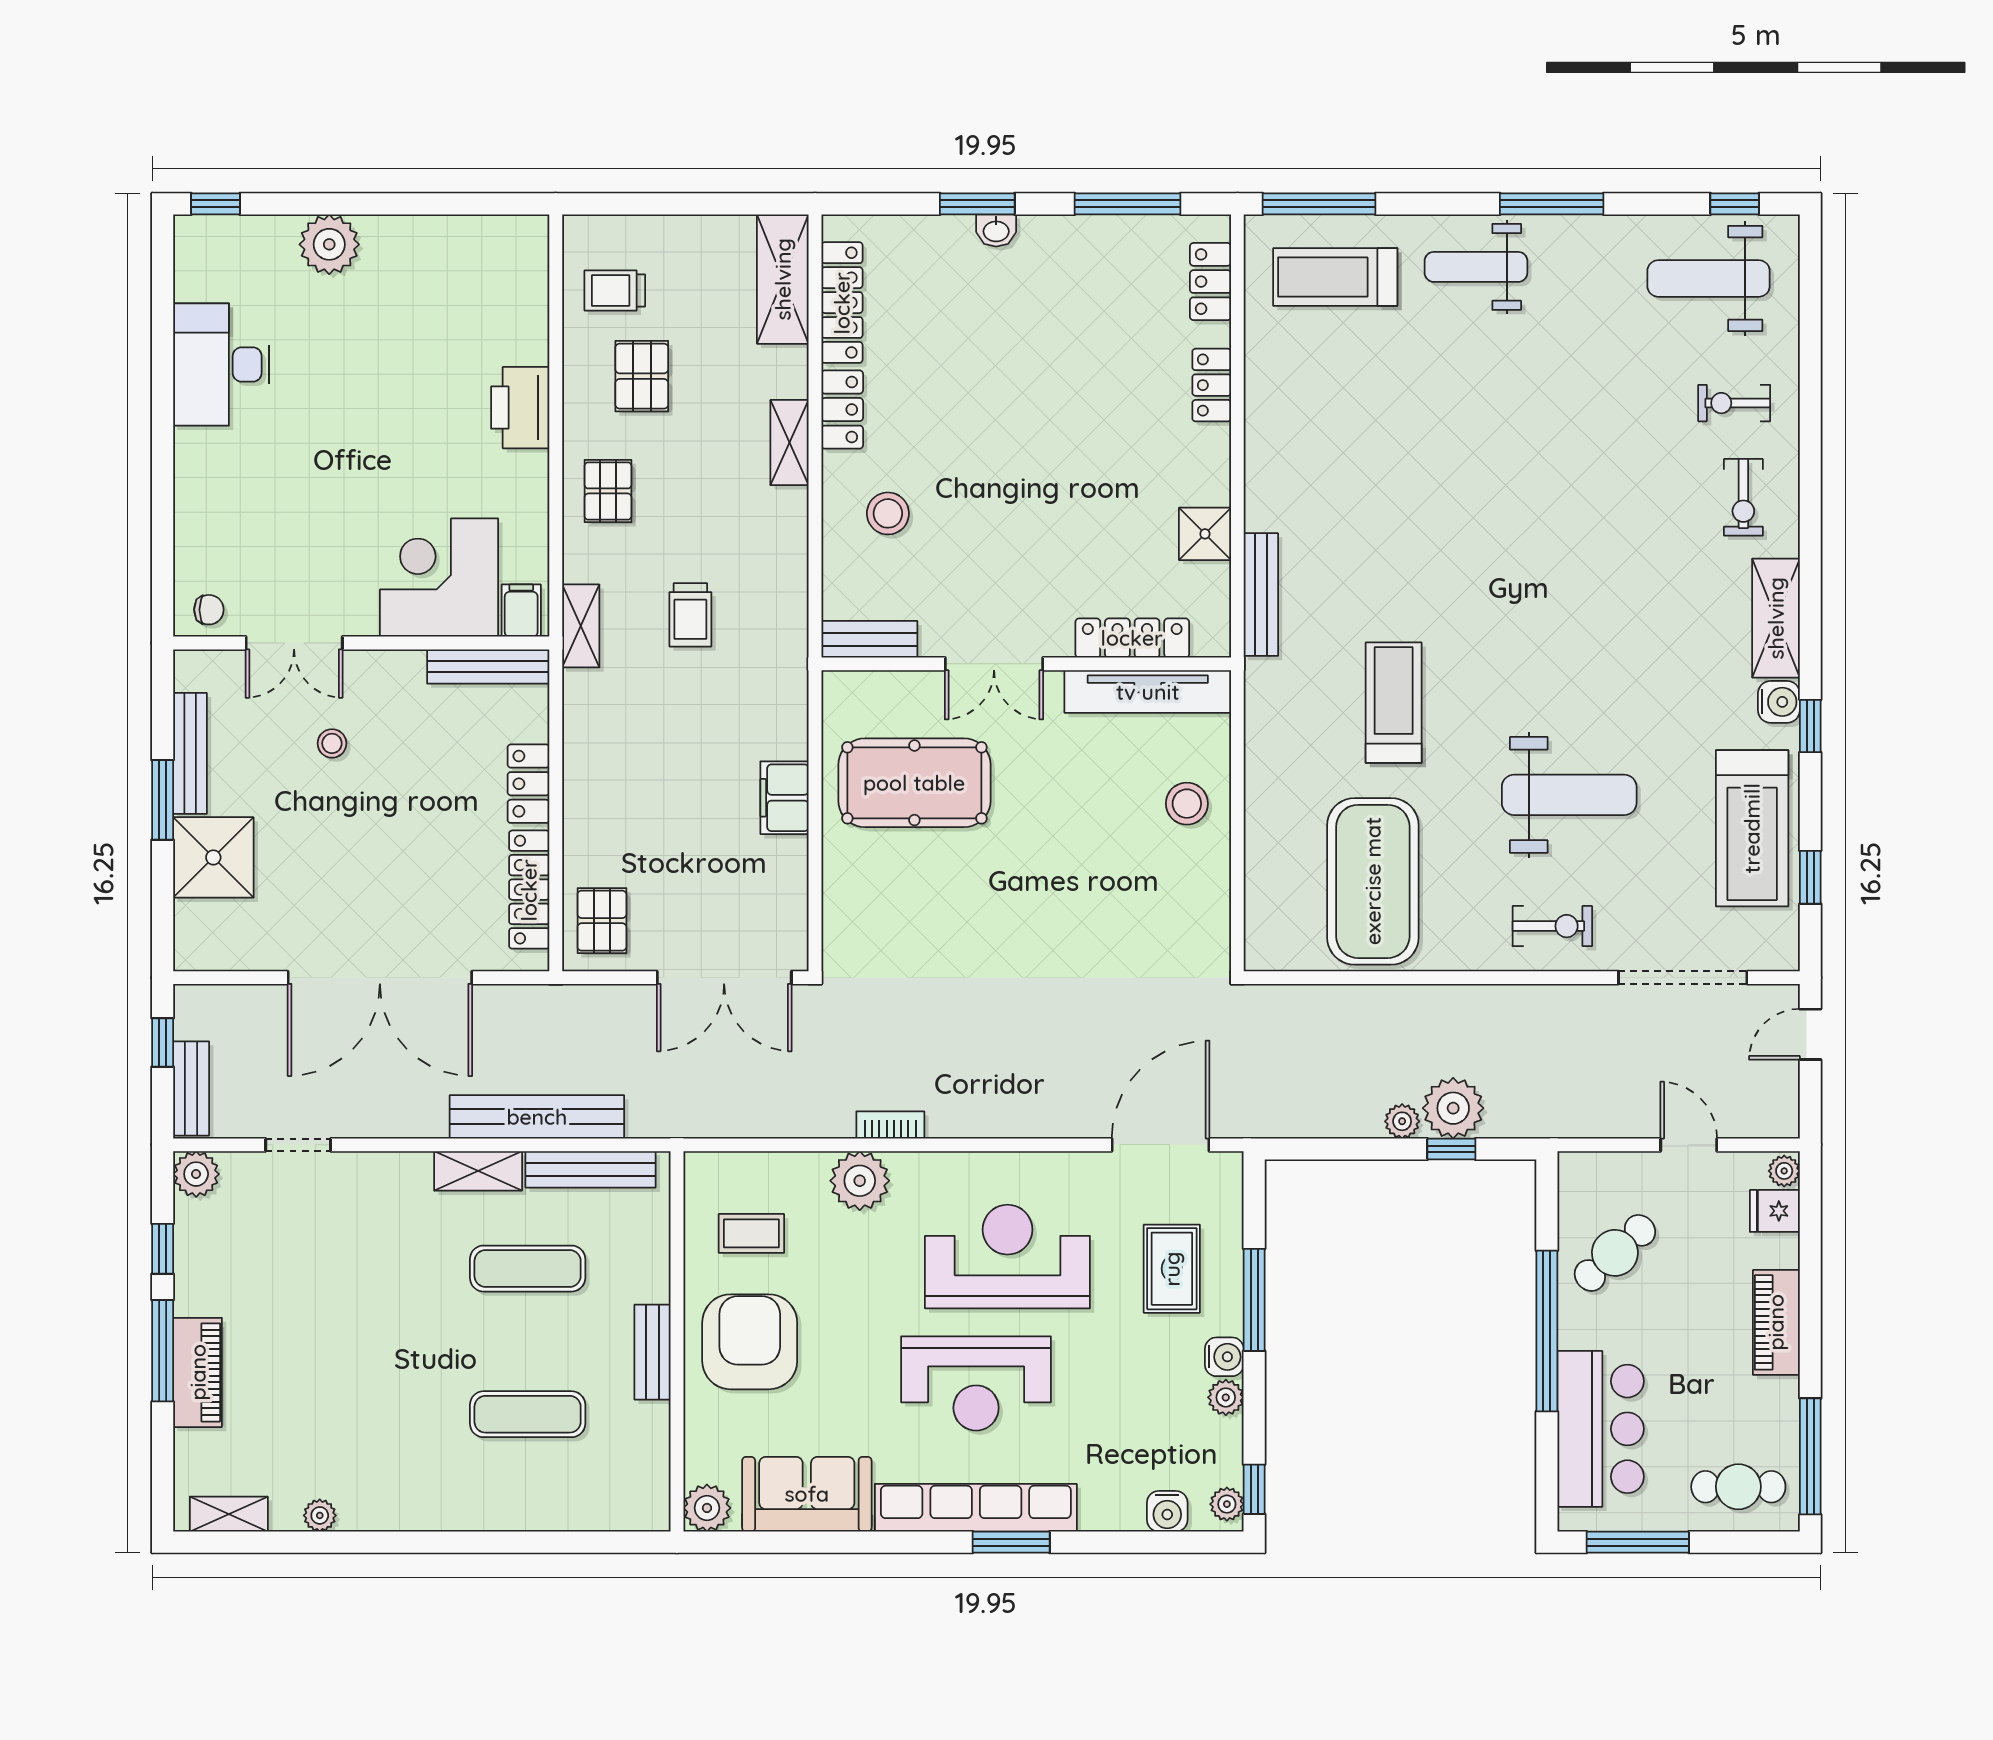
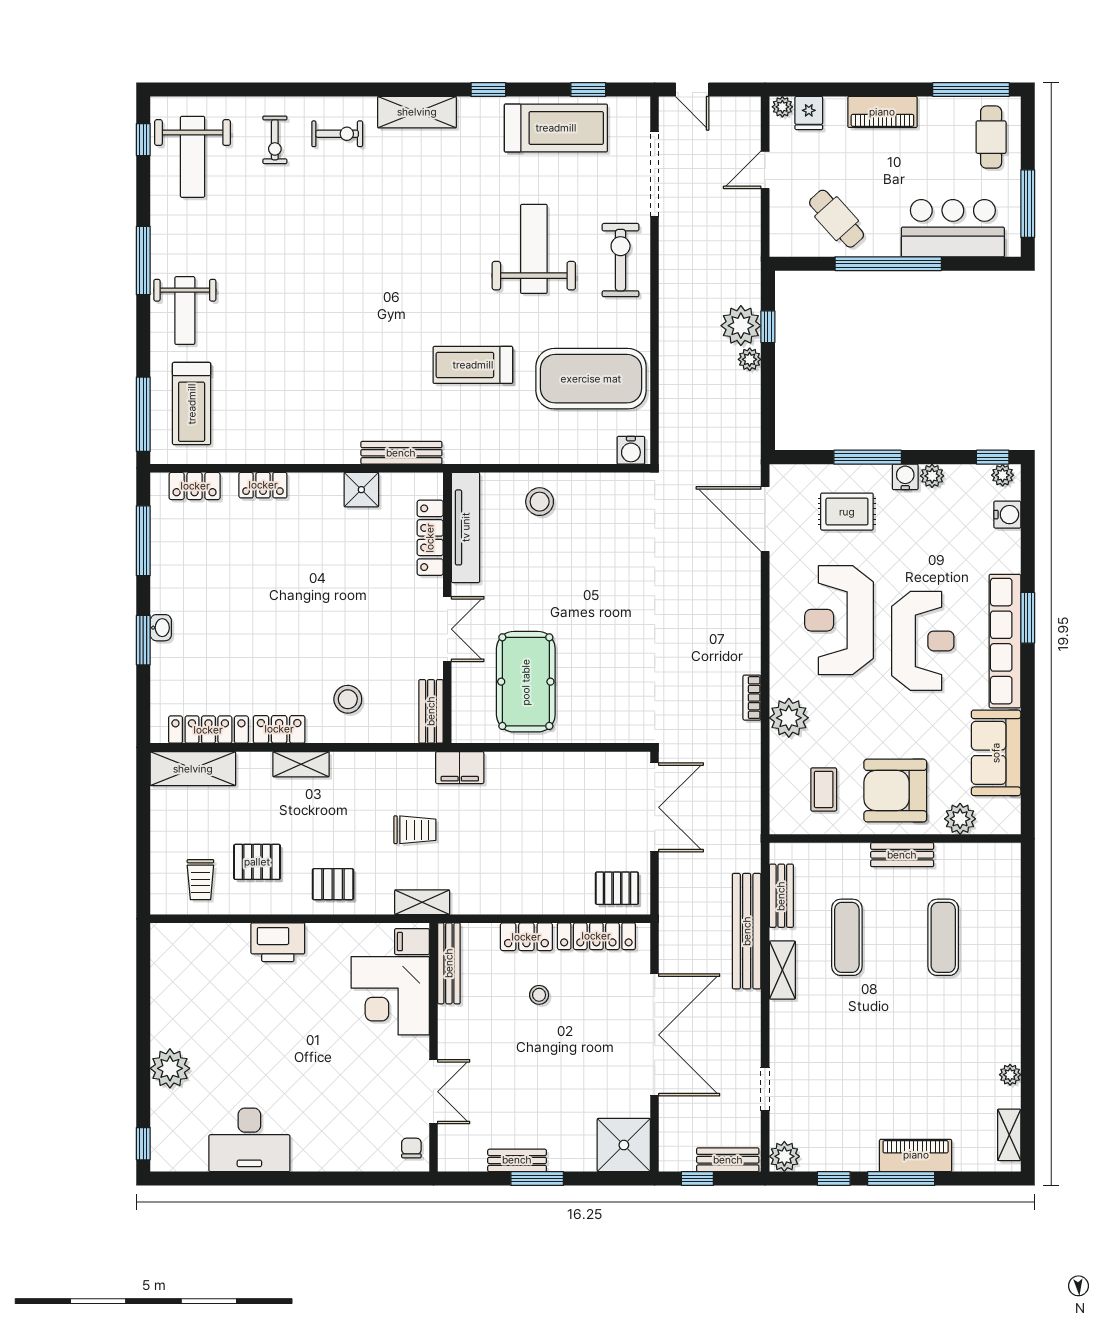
water cooler: (1779, 702) -> (631, 450), moved, turned 180
stool: (332, 743) -> (539, 995), moved
bench: (190, 753) -> (517, 1160), width x0.73
filing cabinet: (785, 798) -> (460, 768), moved
shower: (213, 857) -> (624, 1145), moved
exercise bike: (1552, 926) -> (621, 260), width x1.38, depth x1.39
bench: (591, 1169) -> (781, 896), width x0.73
plant: (707, 1508) -> (960, 819), moved

